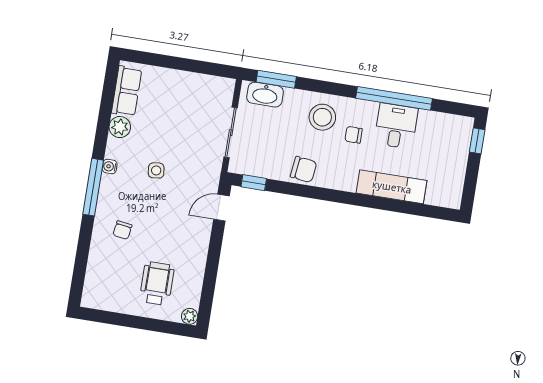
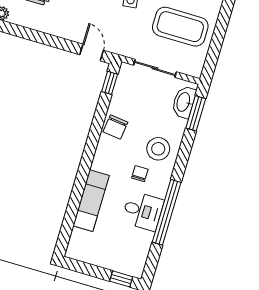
coffee table: (179, 110) -> (180, 27), added

